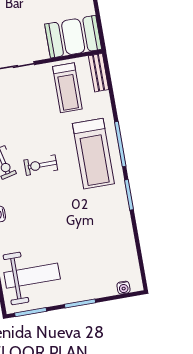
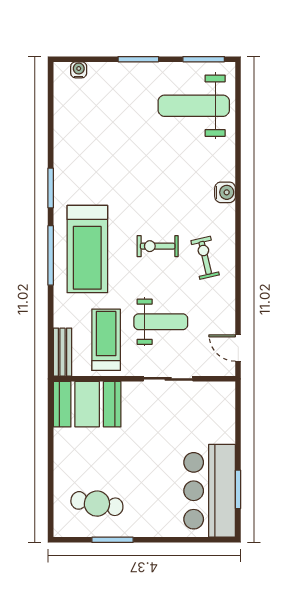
weight bench: (29, 108) -> (161, 322), added
treadmill: (93, 154) -> (87, 249), turned 180
exercise bike: (41, 165) -> (158, 246), turned 180

